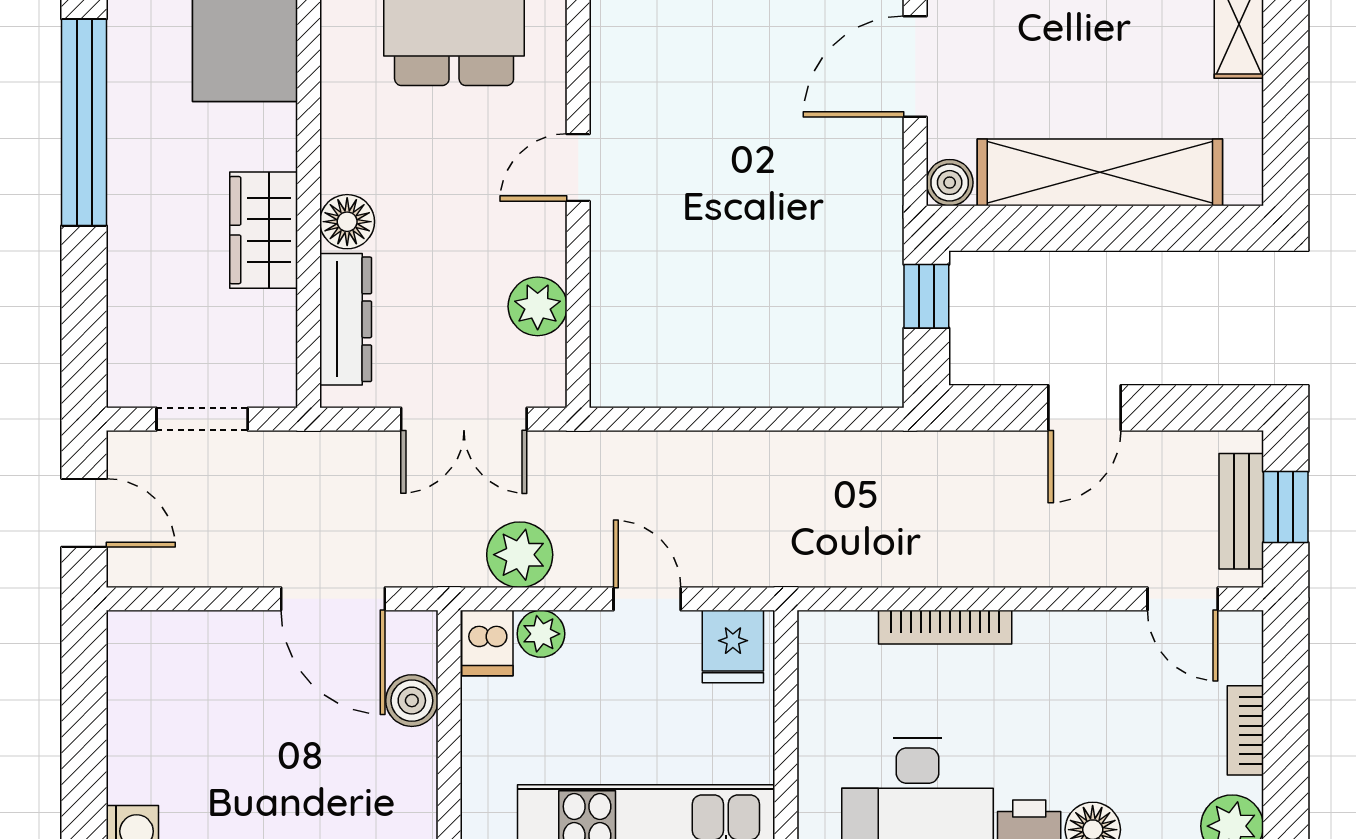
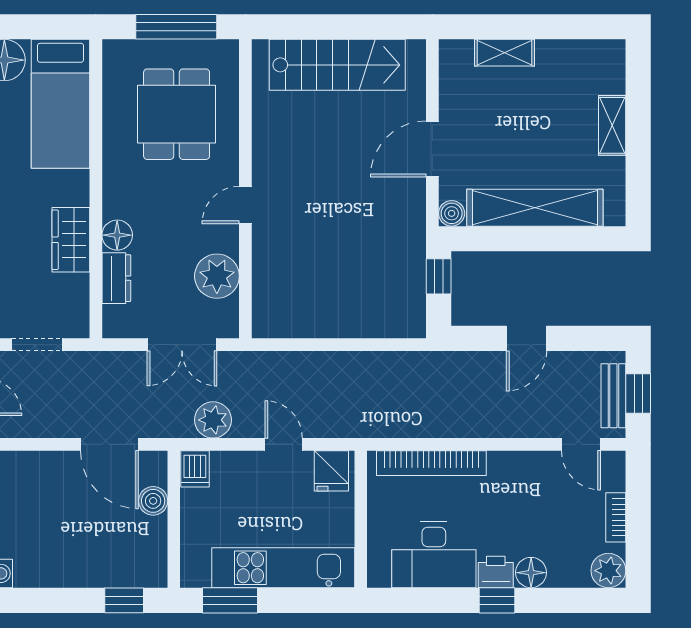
plant: (538, 306) -> (217, 276), width x1.36, depth x1.36
dresser: (346, 319) -> (116, 278), width x0.70
bookcase: (945, 627) -> (431, 463), width x1.48, depth x1.31
plant: (541, 634) -> (225, 464), removed

